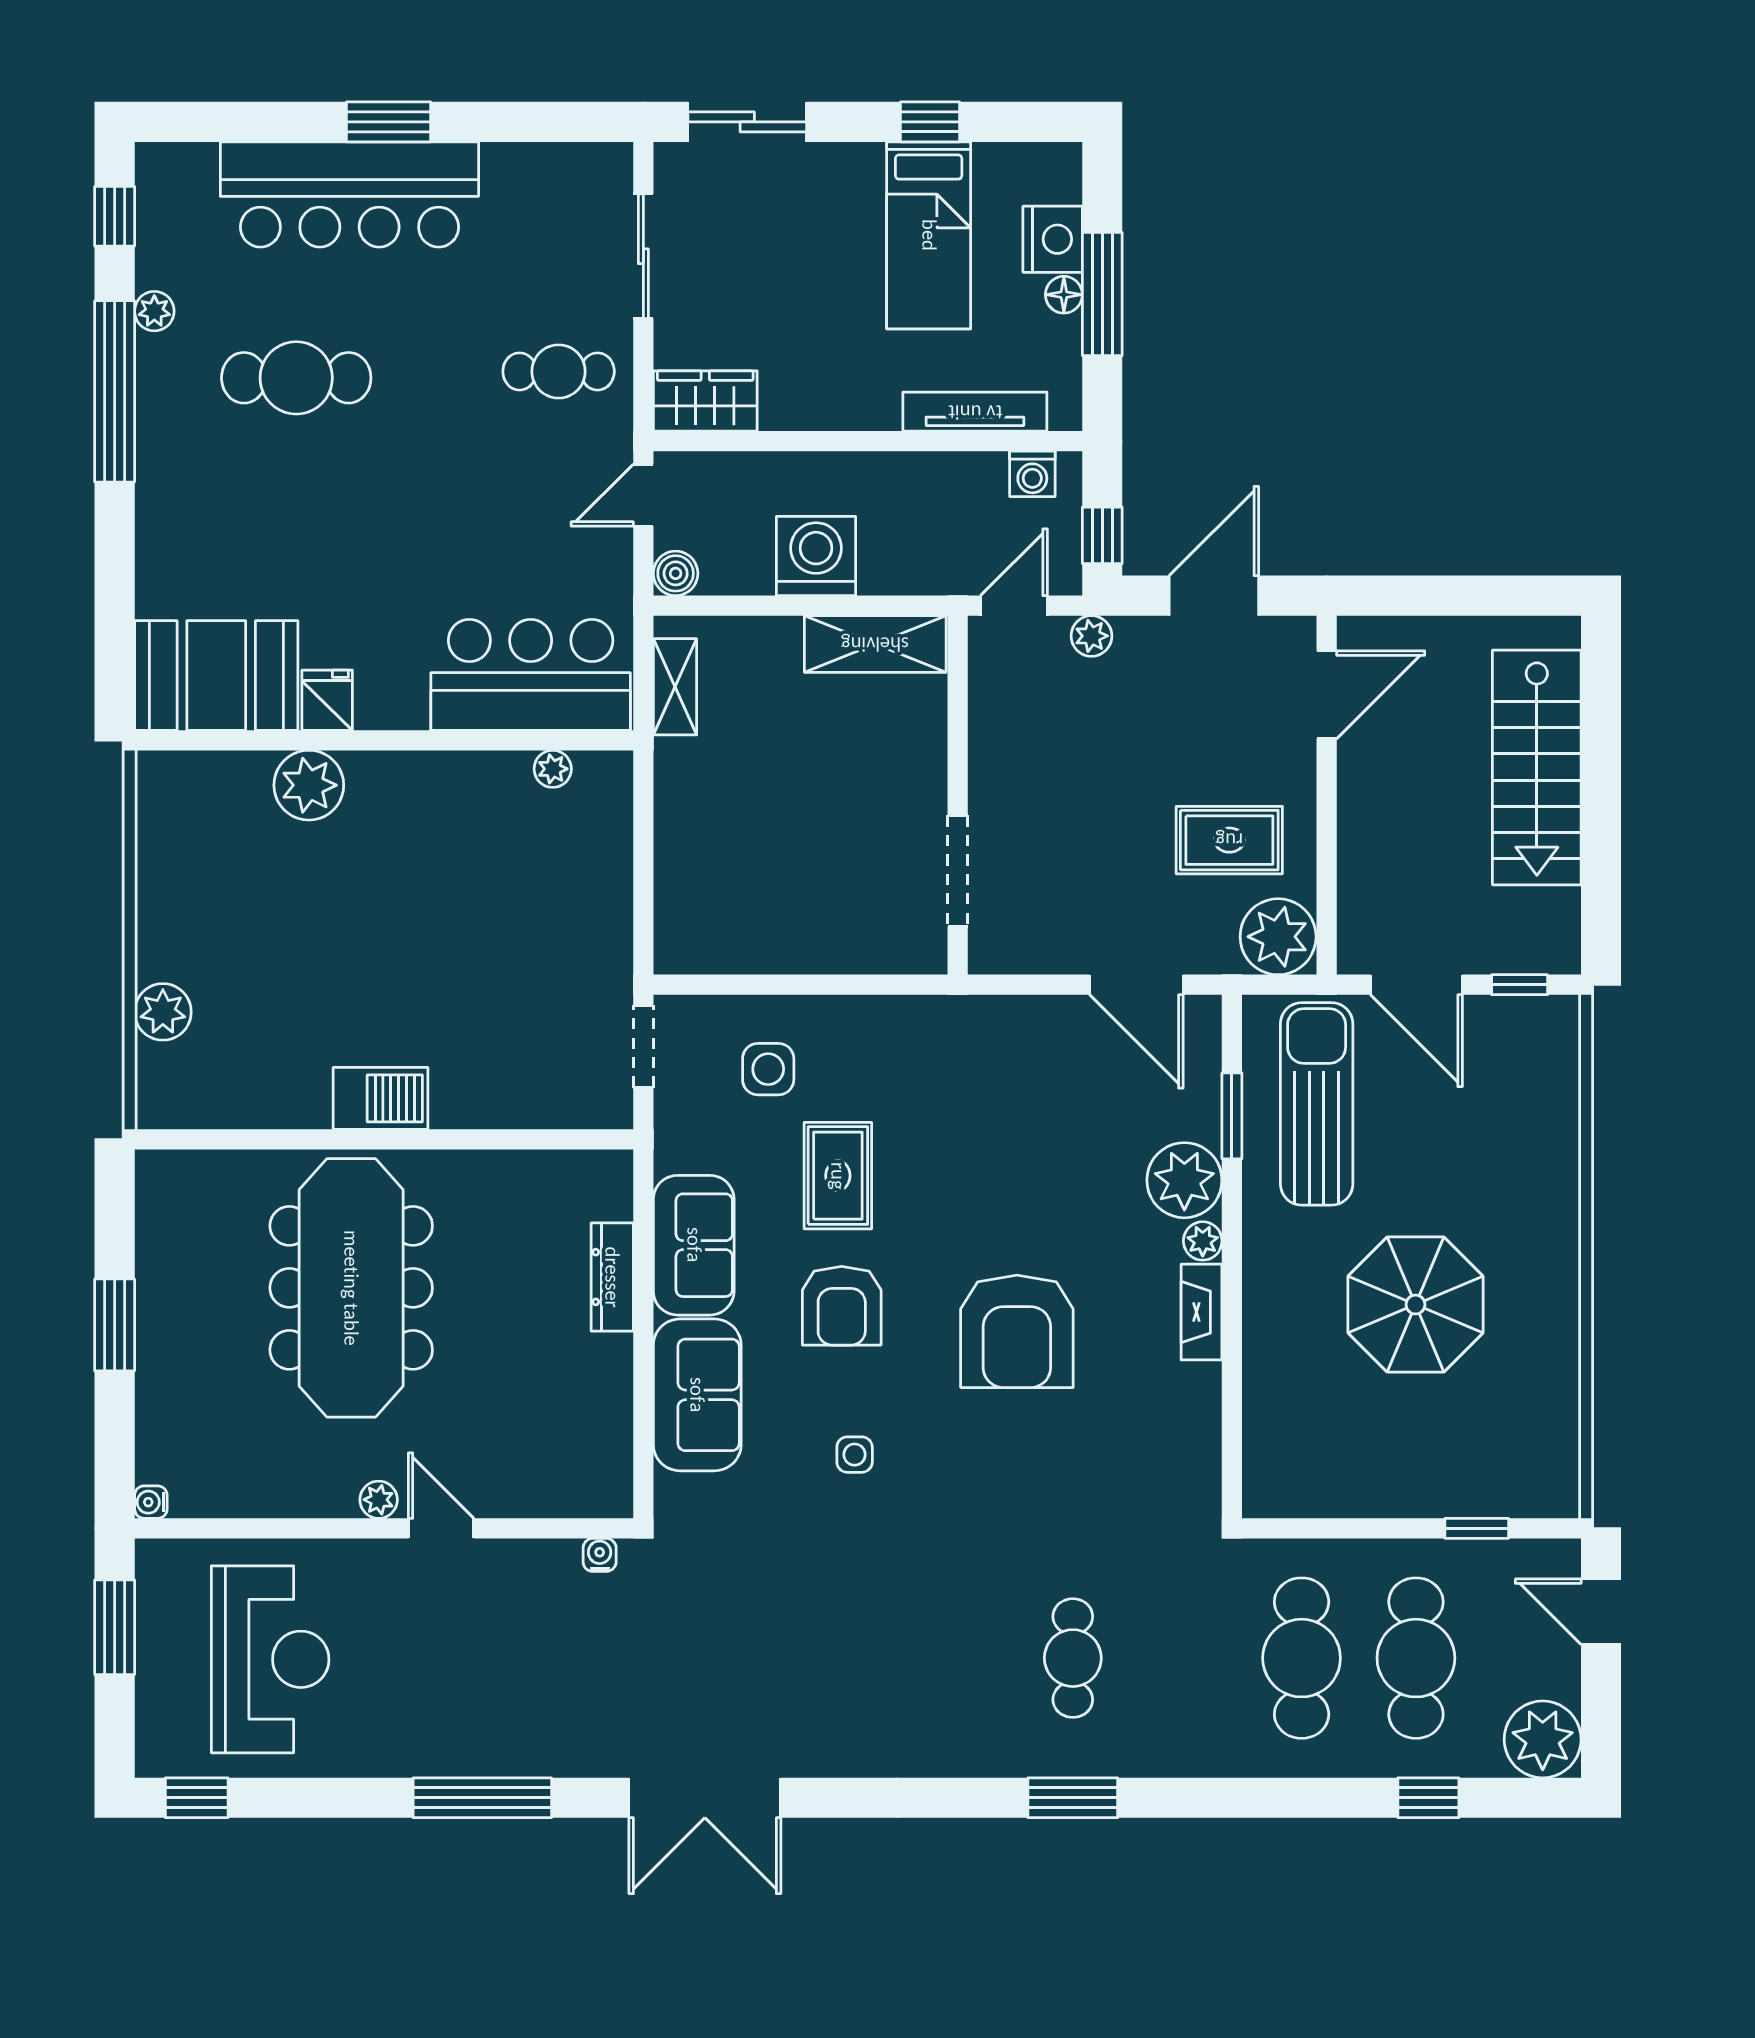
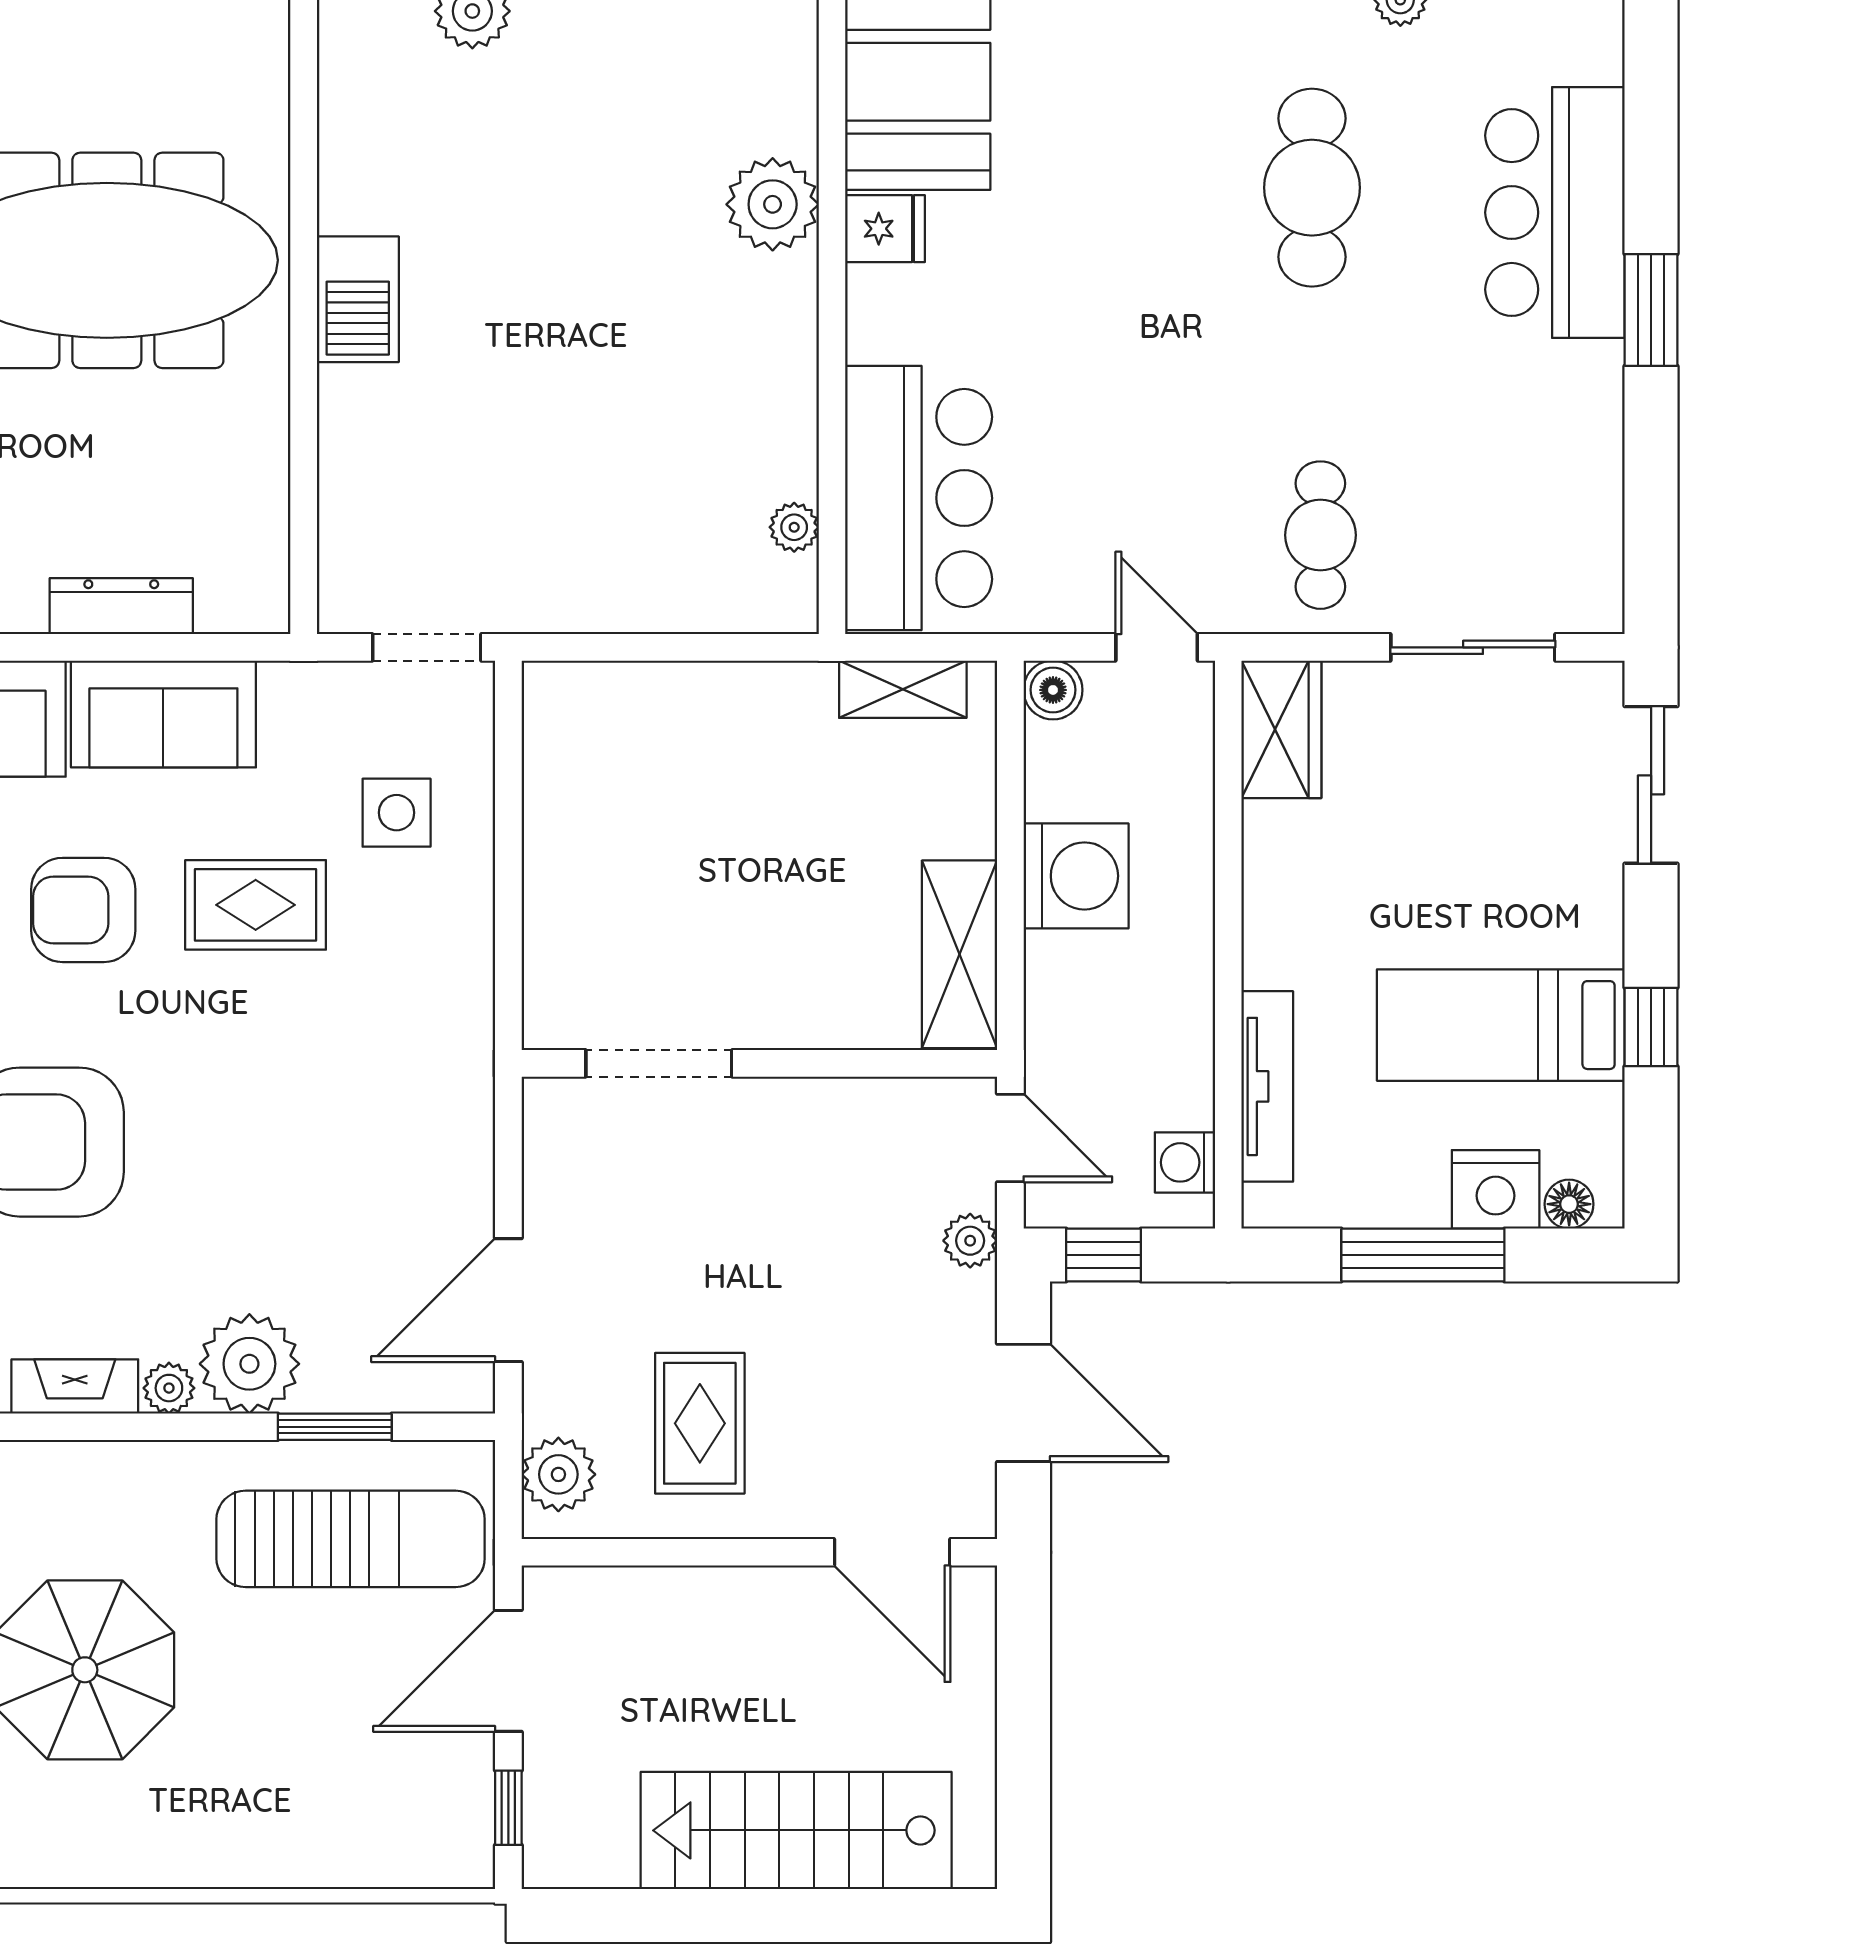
bar counter: (349, 194) -> (1555, 213), width x0.73
floor lamp: (1064, 295) -> (1569, 1204), moved
plant: (1278, 937) -> (558, 1474), width x0.73, depth x0.73

